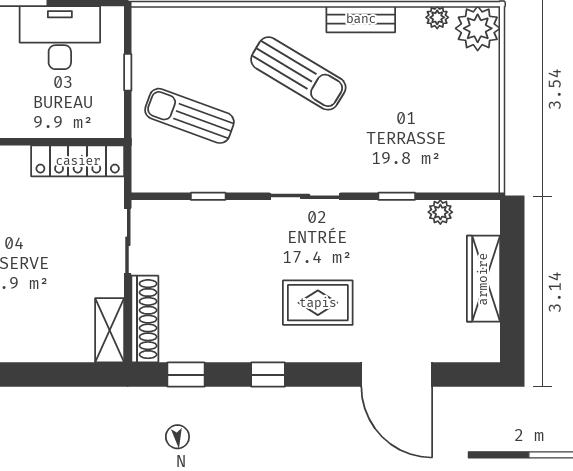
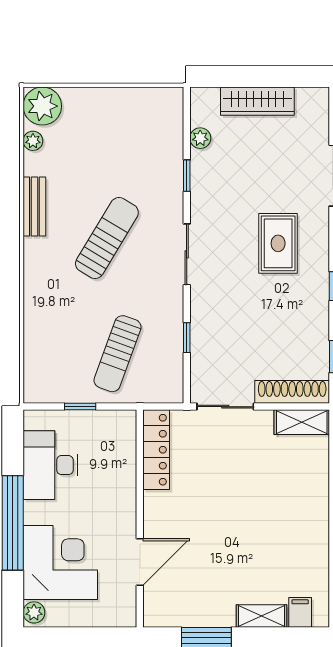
sun lounger: (298, 73) -> (107, 238), moved

